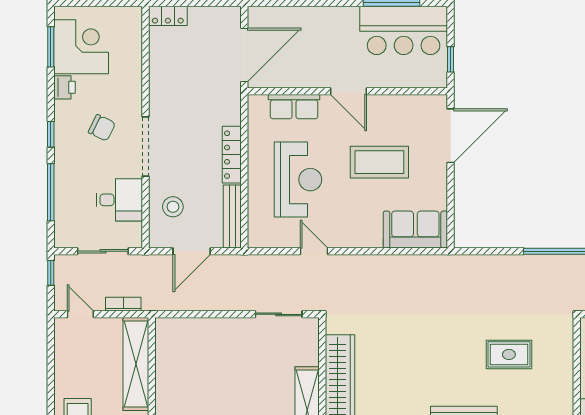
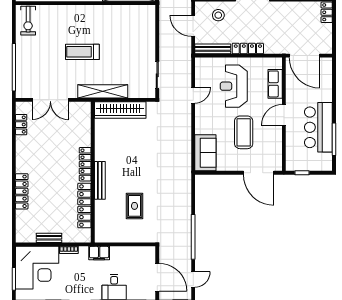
bar counter: (404, 30) -> (318, 127), moved
reception desk: (298, 180) -> (234, 86), turned 90

